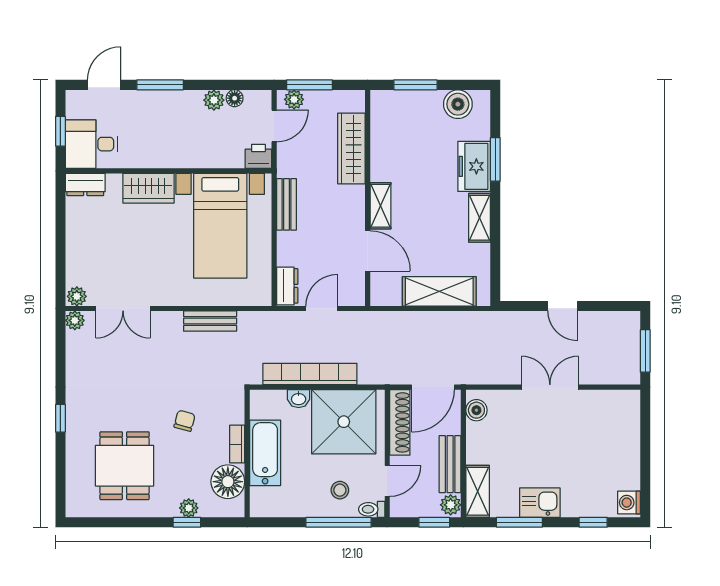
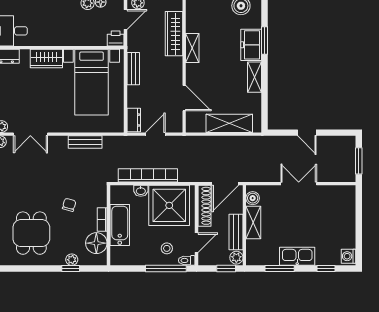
shelving: (380, 206) -> (192, 48), moved
shelving: (478, 491) -> (253, 222), moved
kitchen sink: (540, 503) -> (297, 256), width x1.38

